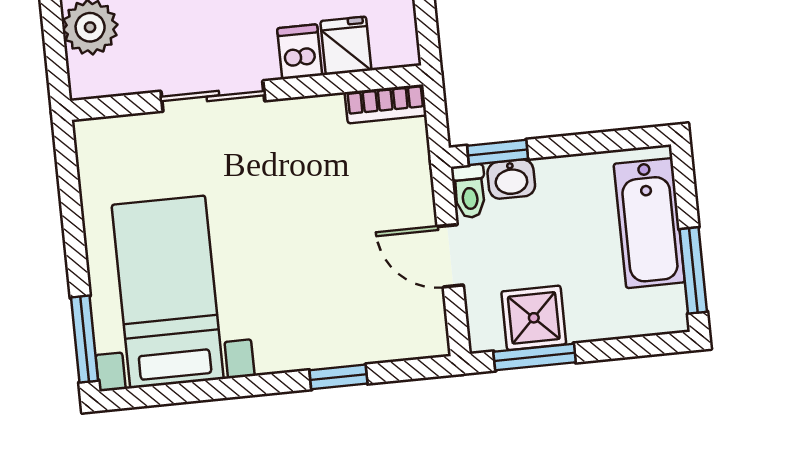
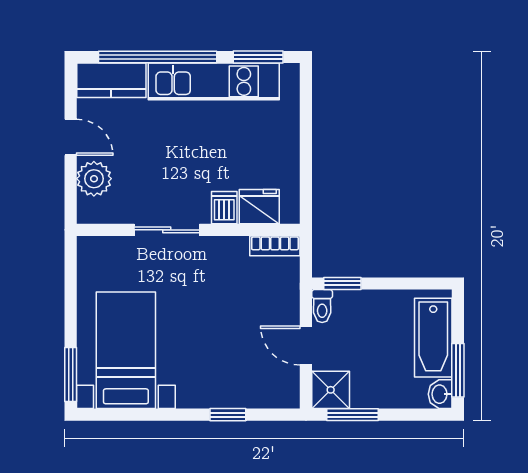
fridge: (346, 46) -> (259, 207), width x1.38
washbasin: (511, 179) -> (440, 394), moved, turned 90
shower: (534, 318) -> (331, 390), moved

